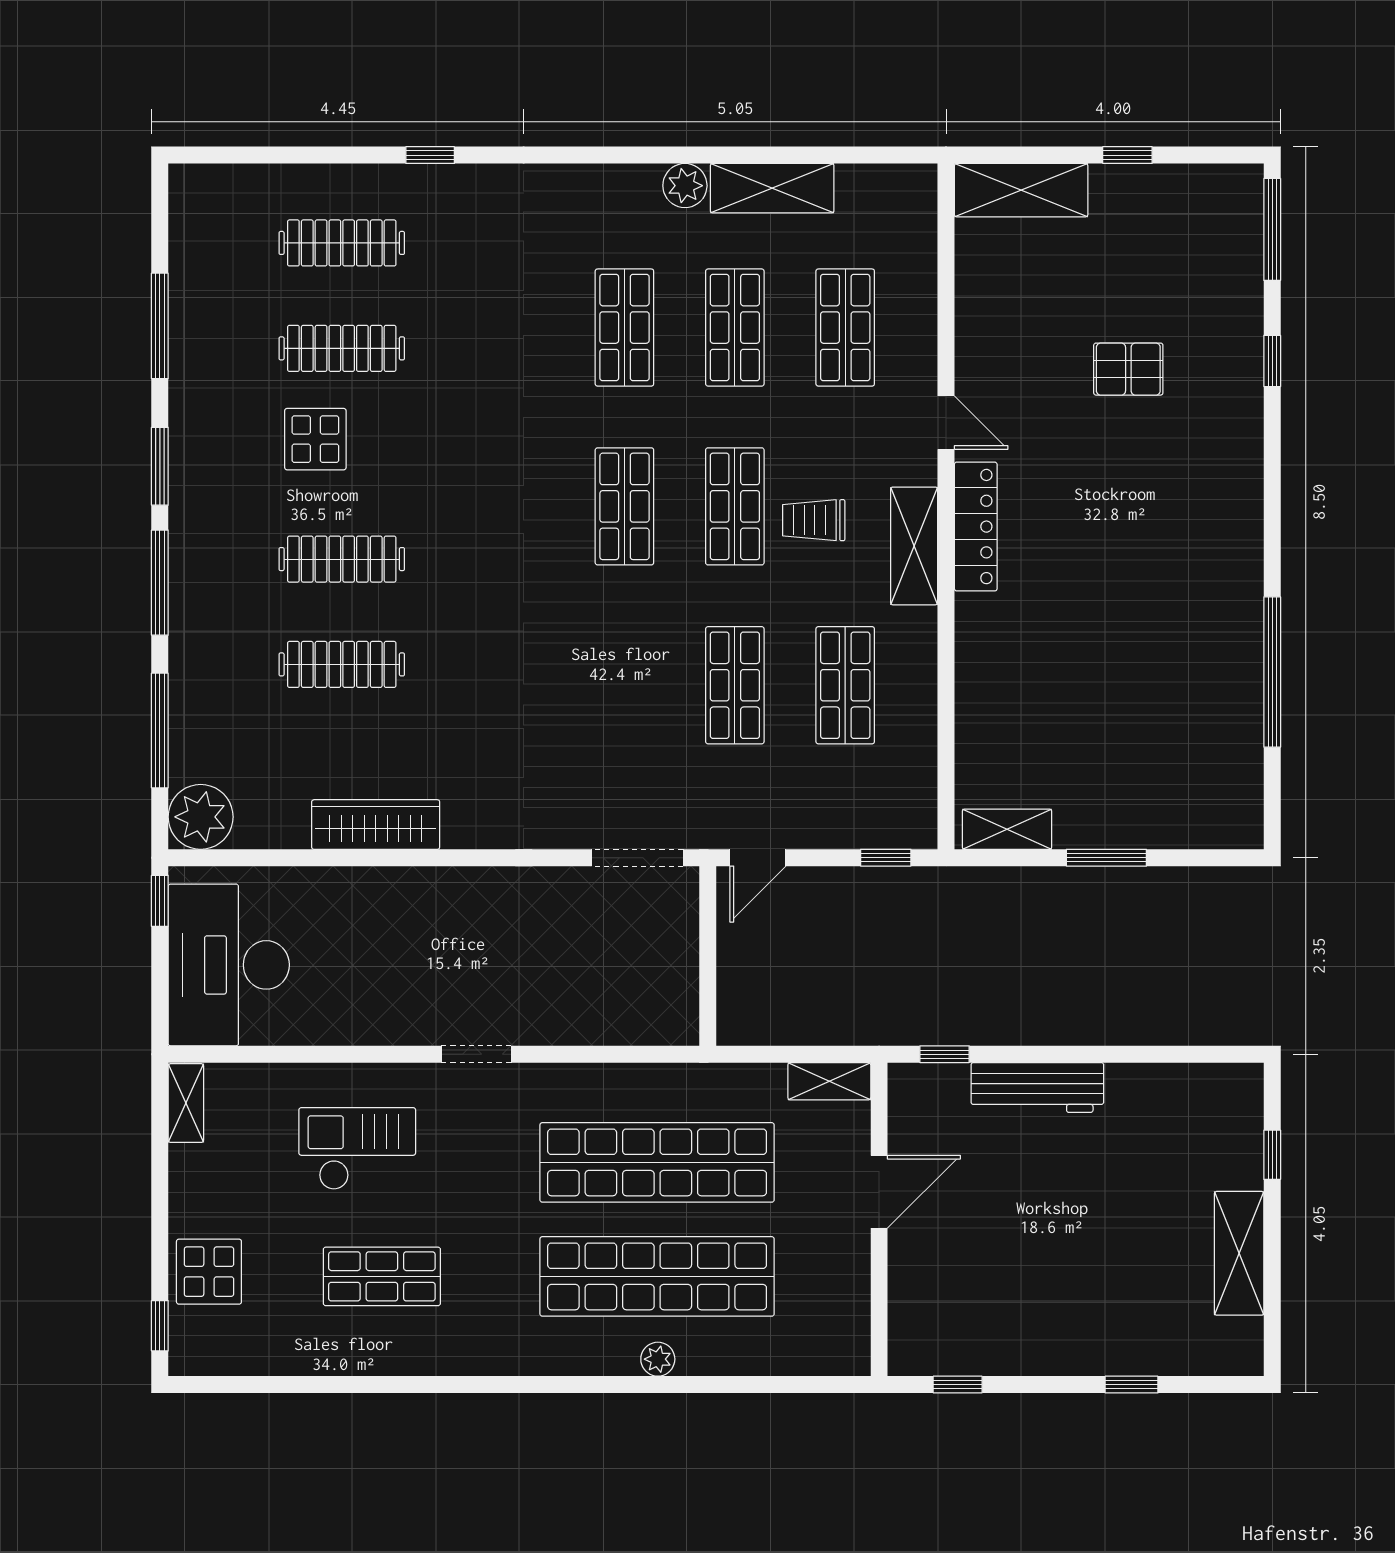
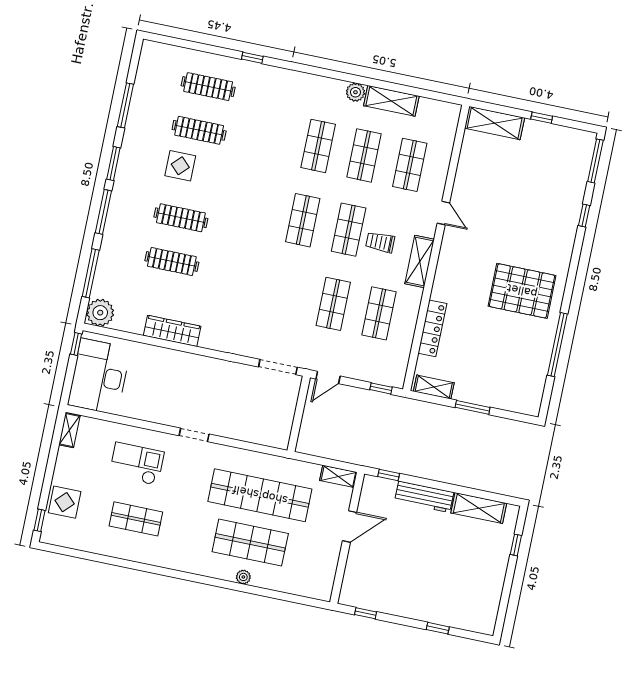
pallet: (1128, 369) -> (522, 291), moved, width x2.05, depth x2.00
locker: (976, 527) -> (432, 328), moved
shelving: (1239, 1253) -> (479, 508), moved, turned 90
shop shelf: (657, 1276) -> (250, 543), width x0.71

